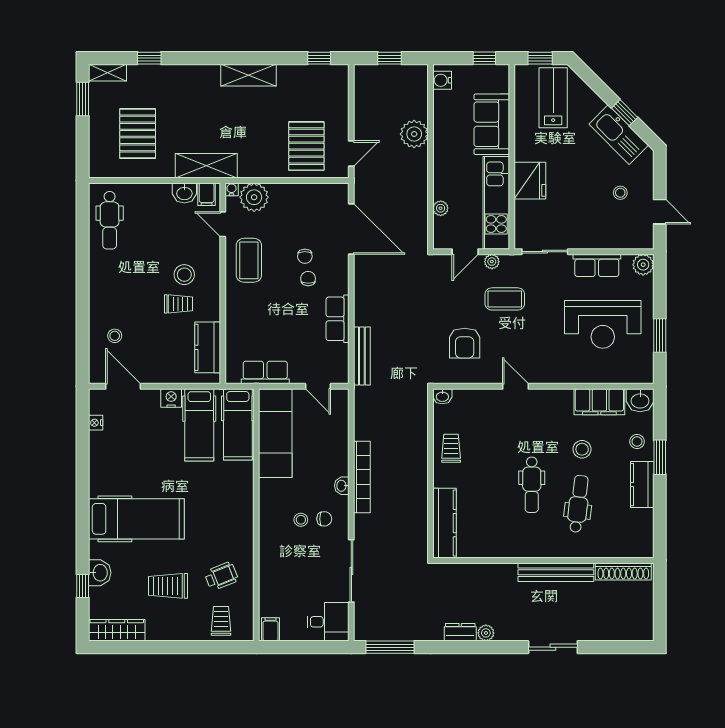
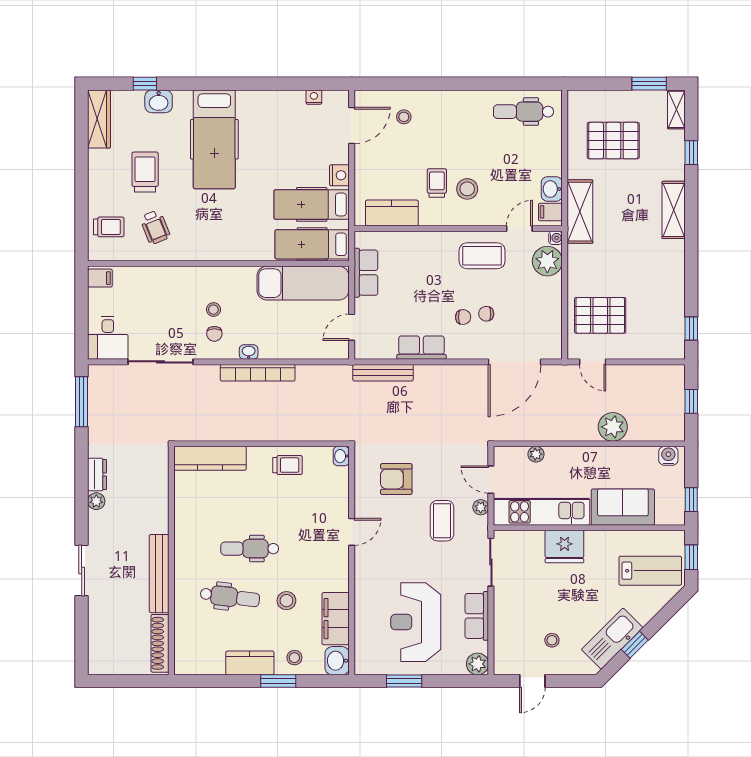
shelving: (248, 75) -> (674, 210), moved
trolley: (179, 304) -> (437, 183), turned 180

